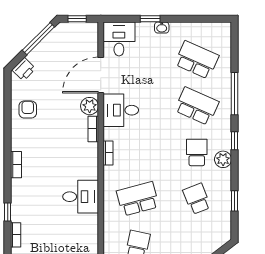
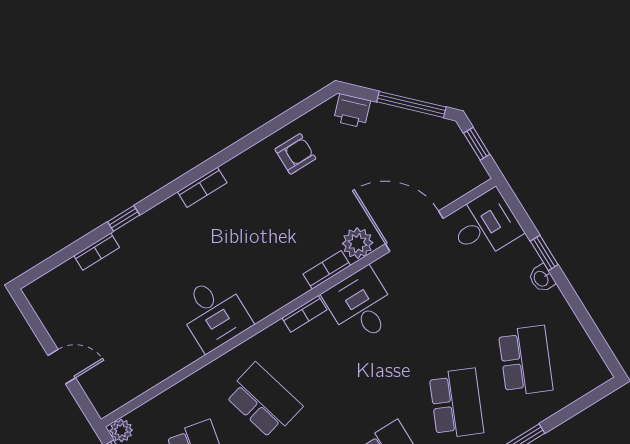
desk: (121, 110) -> (361, 306), moved

